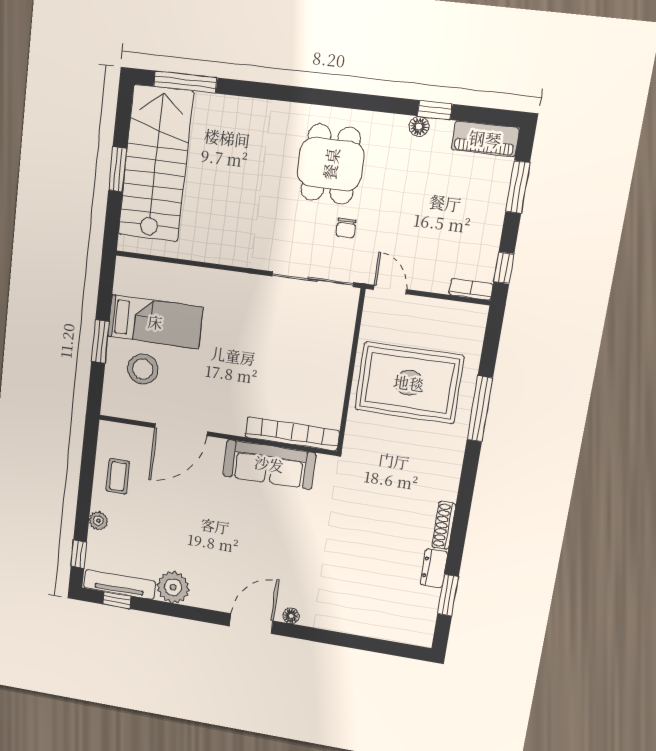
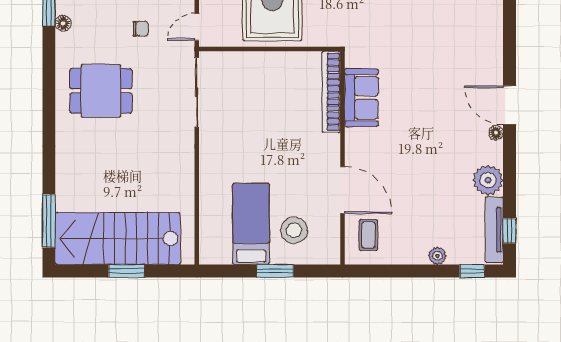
chair: (346, 228) -> (141, 29), moved
sofa: (269, 464) -> (361, 98), width x0.73
coffee table: (118, 476) -> (368, 235), moved, turned 90
floor lamp: (291, 616) -> (496, 133), moved

